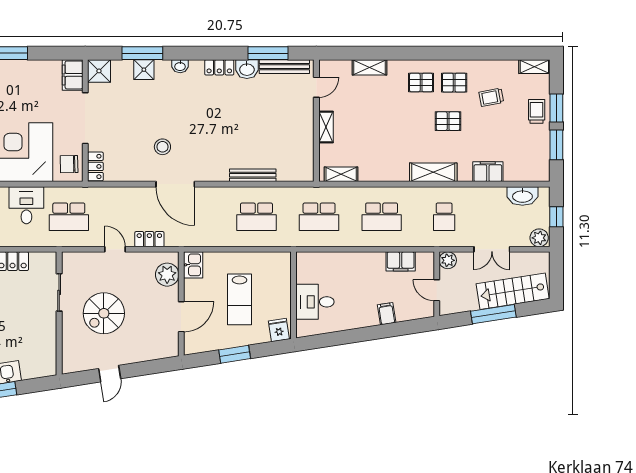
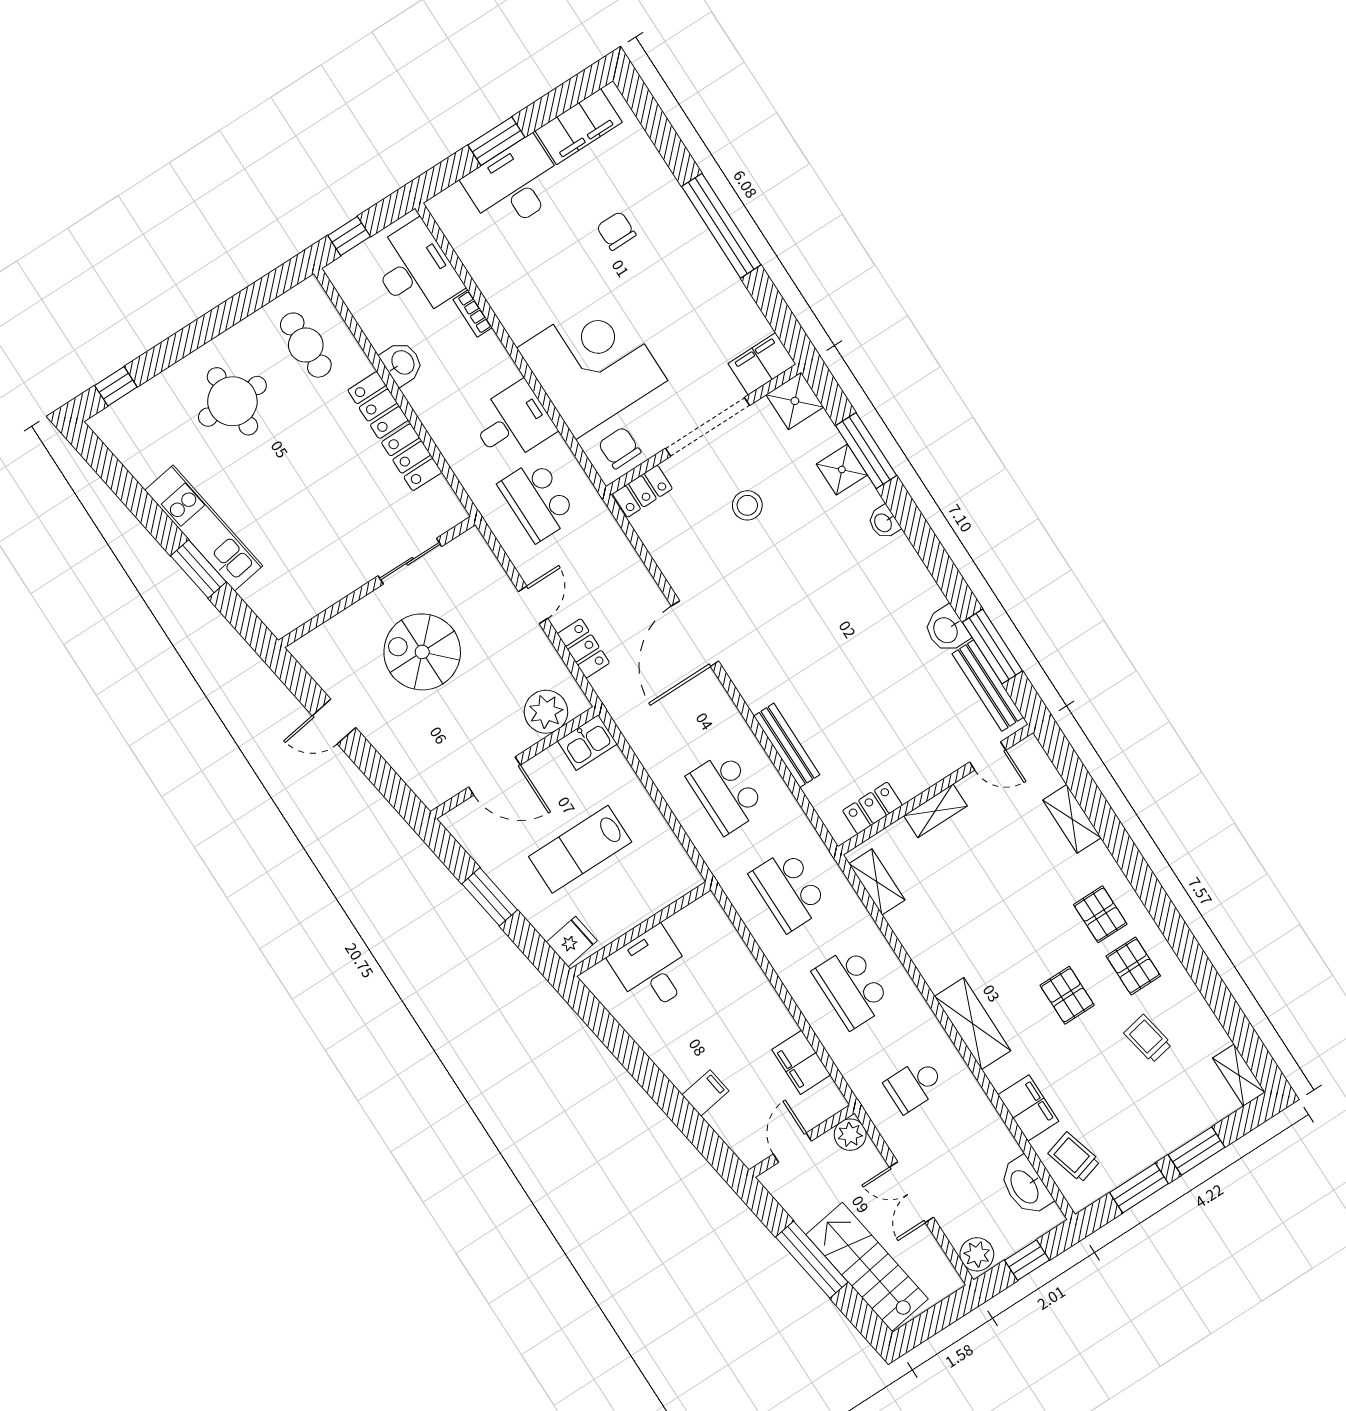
locker: (219, 67) -> (872, 808), moved, turned 90
trolley: (537, 111) -> (1074, 1157), moved, turned -106
stool: (162, 147) -> (747, 505), moved

